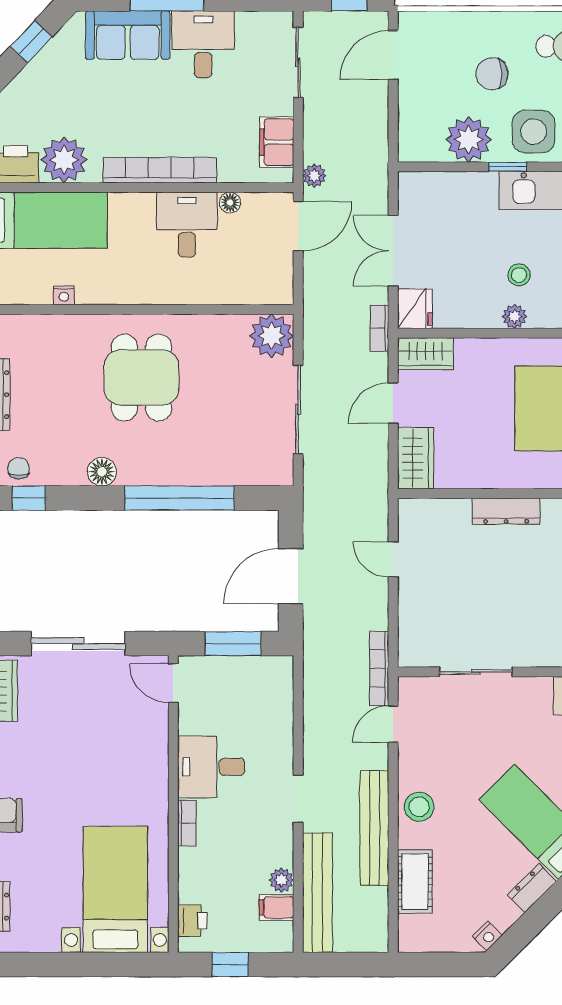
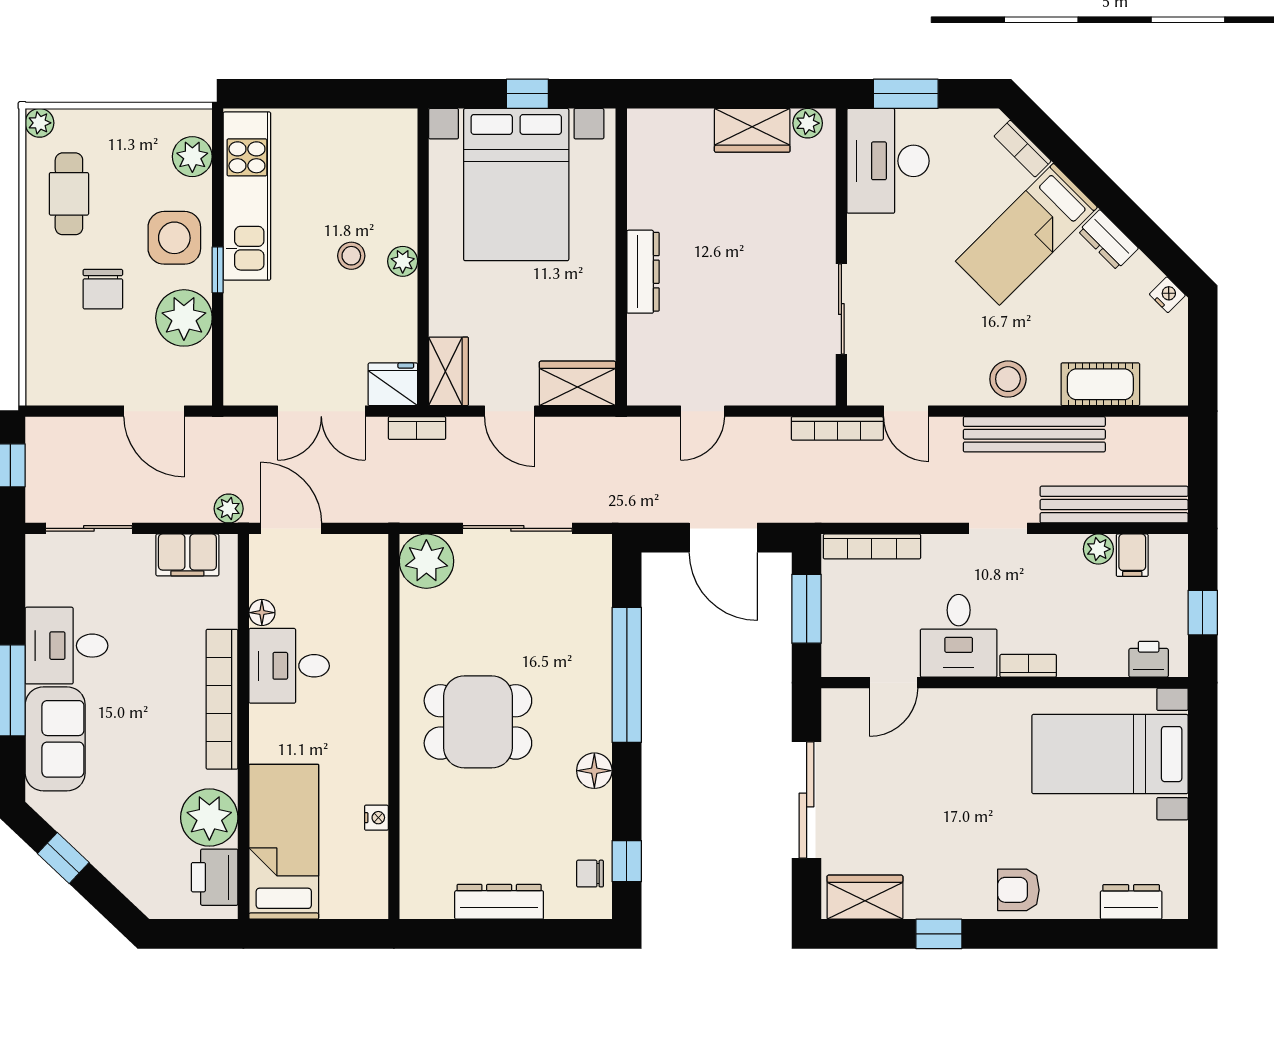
door: (393, 55) -> (154, 411), moved
door: (173, 683) -> (894, 683), moved
bookcase: (284, 697) -> (872, 546), added

